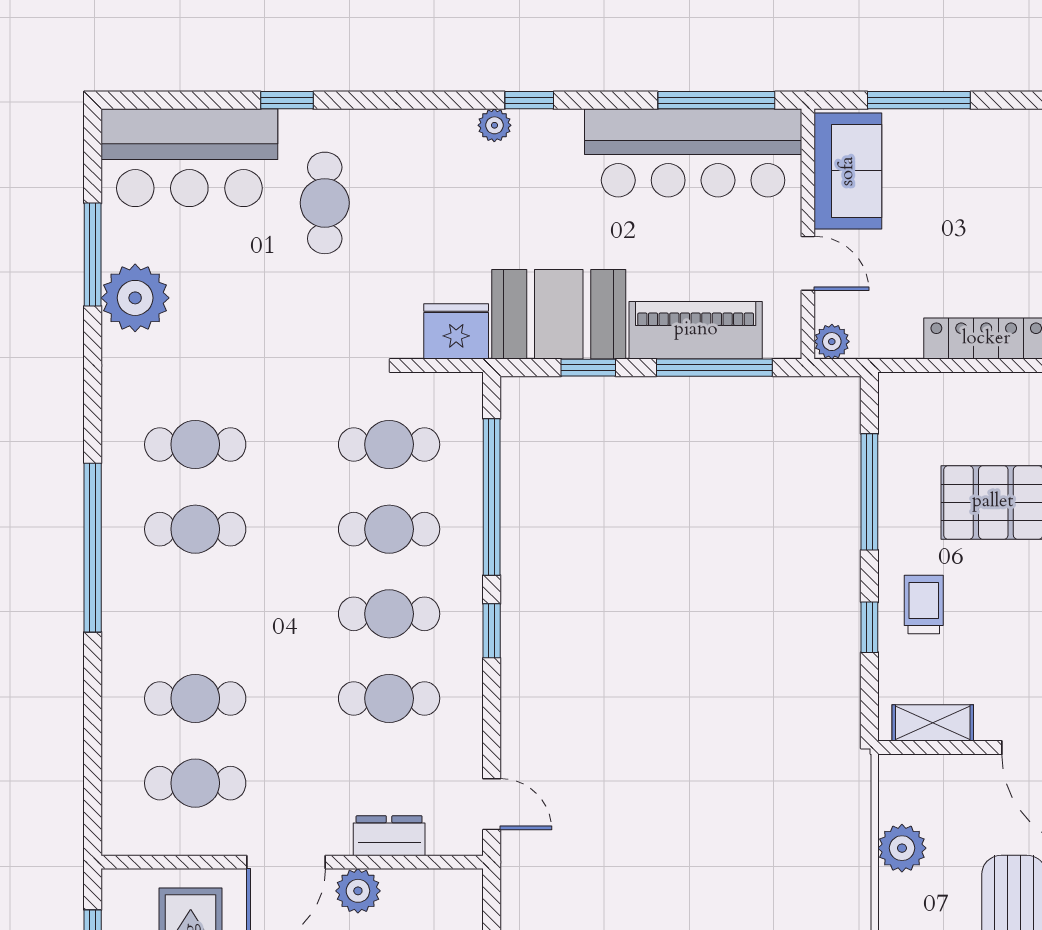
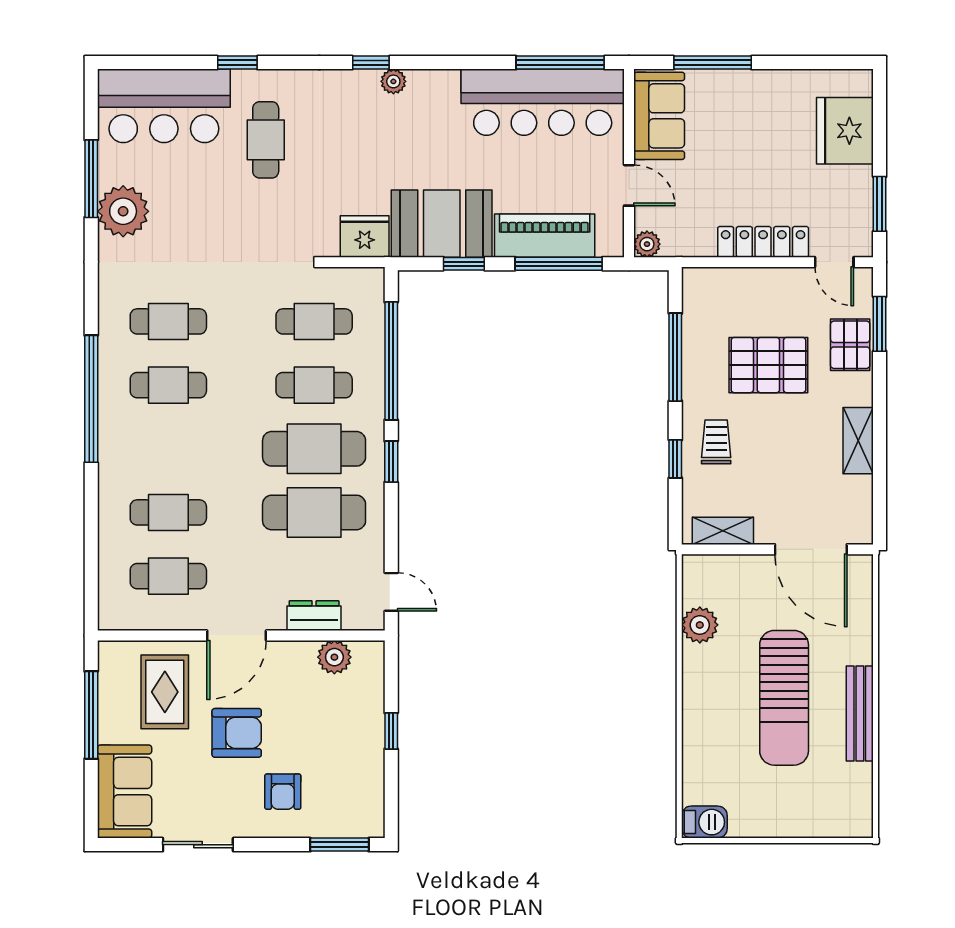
window: (529, 100) -> (371, 63), moved
cafe table: (389, 614) -> (314, 449), width x1.37, depth x1.35
cafe table: (389, 698) -> (314, 512), width x1.37, depth x1.35
plant: (358, 891) -> (334, 657), moved

